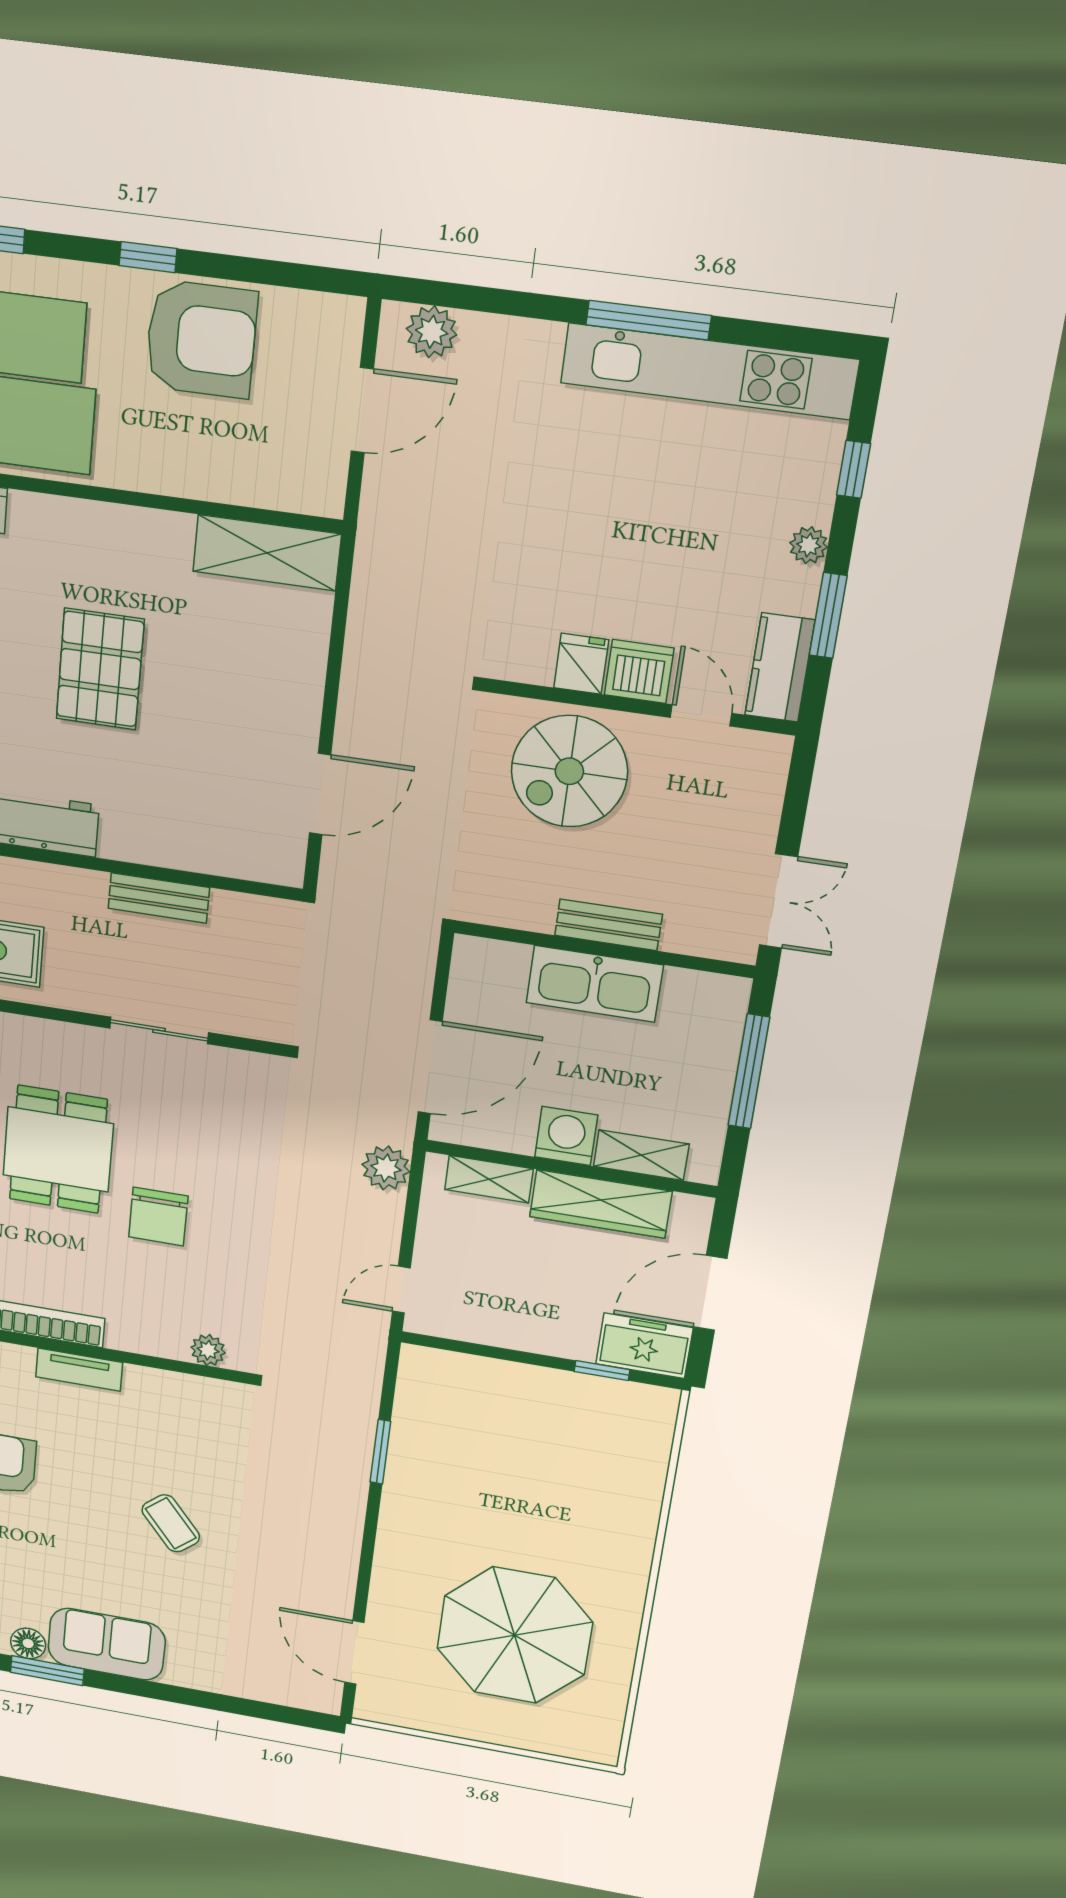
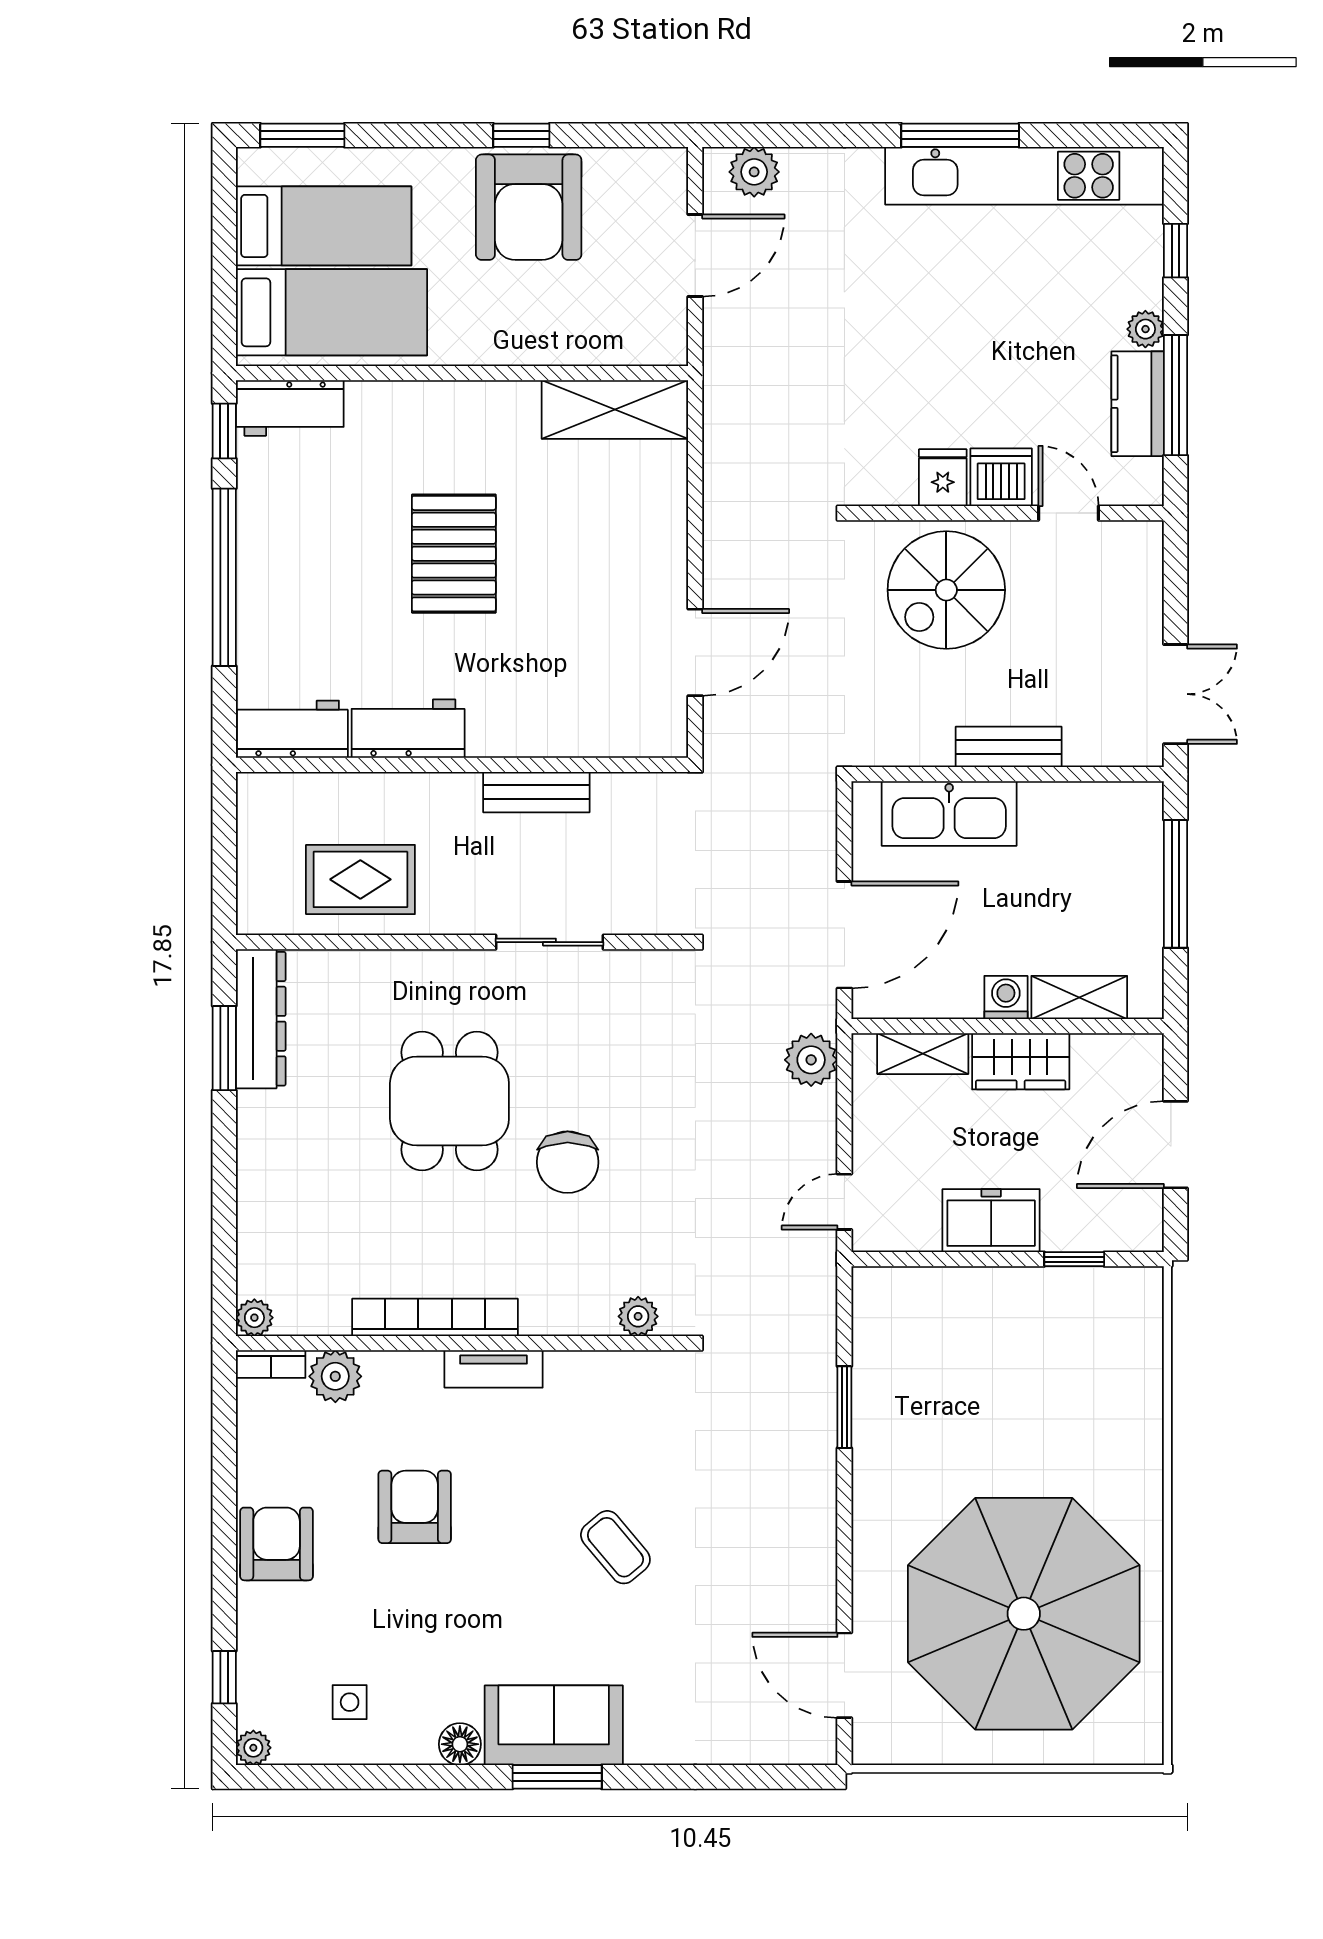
window: (148, 257) -> (521, 135), moved
armchair: (201, 339) -> (529, 207), turned 90
window: (828, 615) -> (1176, 395), width x1.44
kitchen counter: (780, 668) -> (1138, 404), moved
kitchen sink: (595, 984) -> (949, 814), moved
washing machine: (566, 1136) -> (1006, 997), width x0.73, depth x0.73
wardrobe: (601, 1204) -> (1021, 1061), width x0.67
freezer: (644, 1346) -> (991, 1221), moved
parasol: (514, 1635) -> (1024, 1614), width x1.36, depth x1.36
window: (47, 1671) -> (557, 1777), moved

